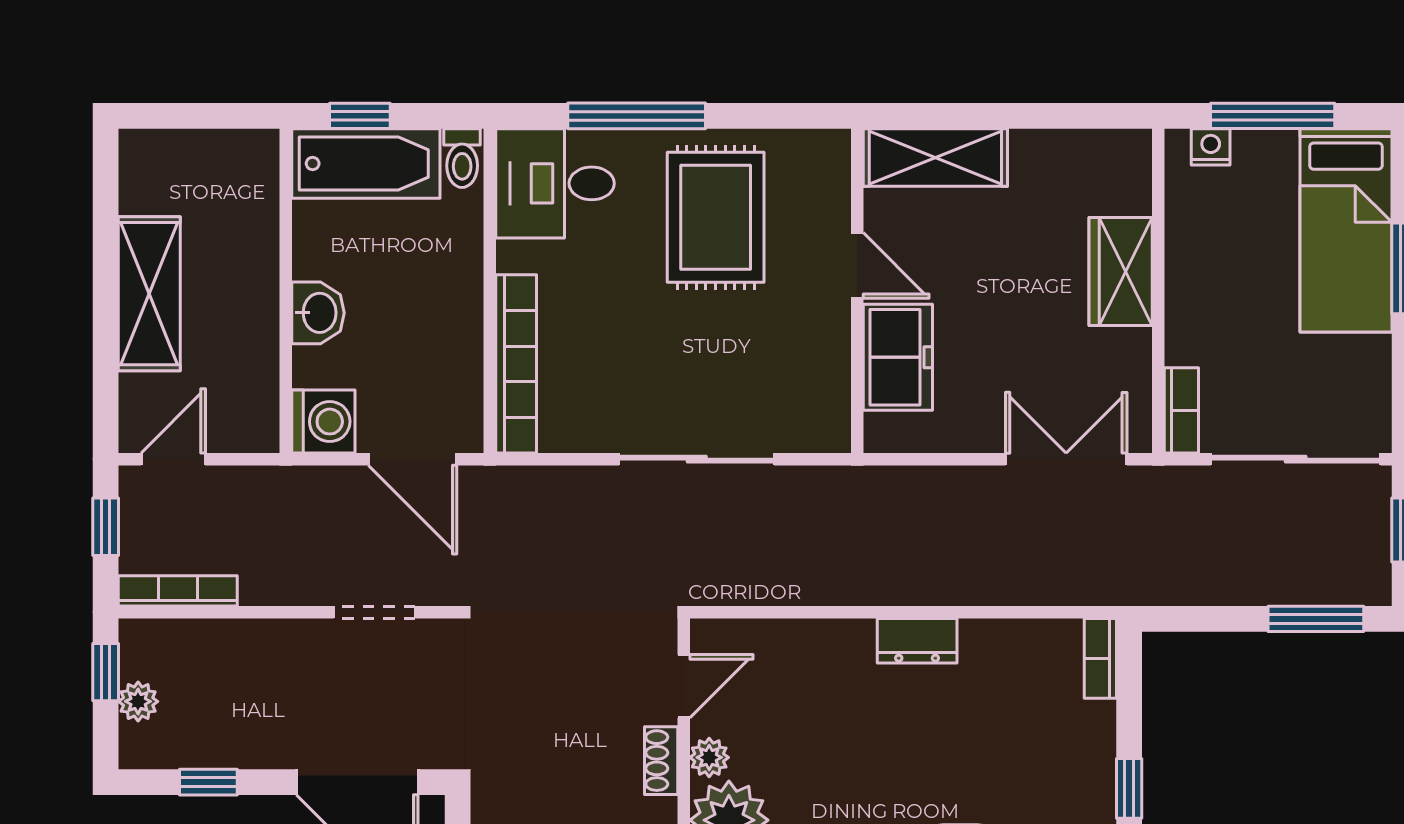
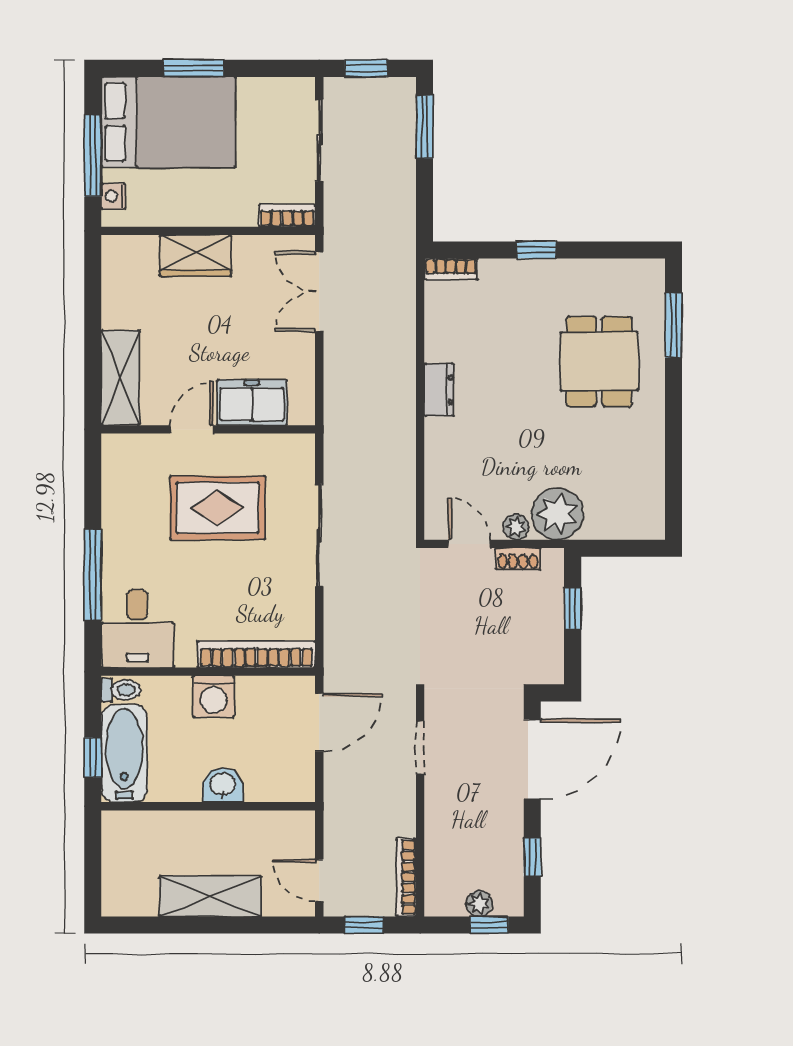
rug: (716, 217) -> (218, 508), moved
bed: (1346, 230) -> (168, 122), width x1.50
washing machine: (323, 422) -> (213, 696), moved, turned 180
sliding door: (1296, 459) -> (319, 140), width x0.73
window: (106, 672) -> (489, 925), moved

